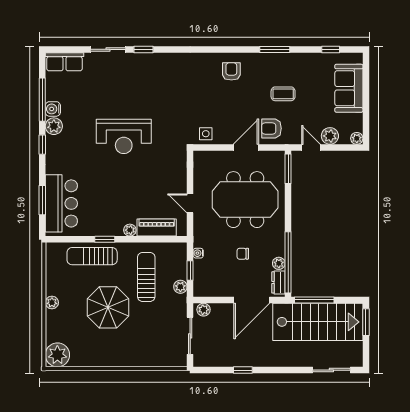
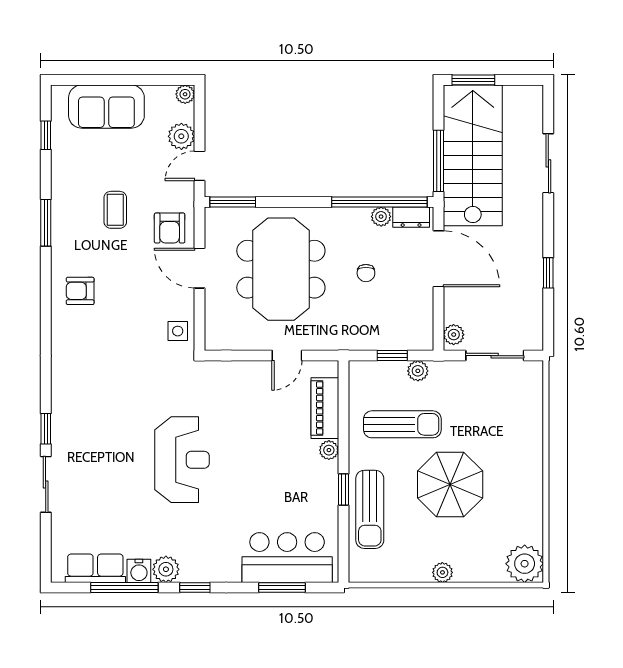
row of seats: (64, 62) -> (95, 568), moved, turned -90
water cooler: (198, 253) -> (365, 343), removed
sun lounger: (146, 277) -> (402, 424), turned 180
sliding door: (331, 370) -> (548, 163), moved

